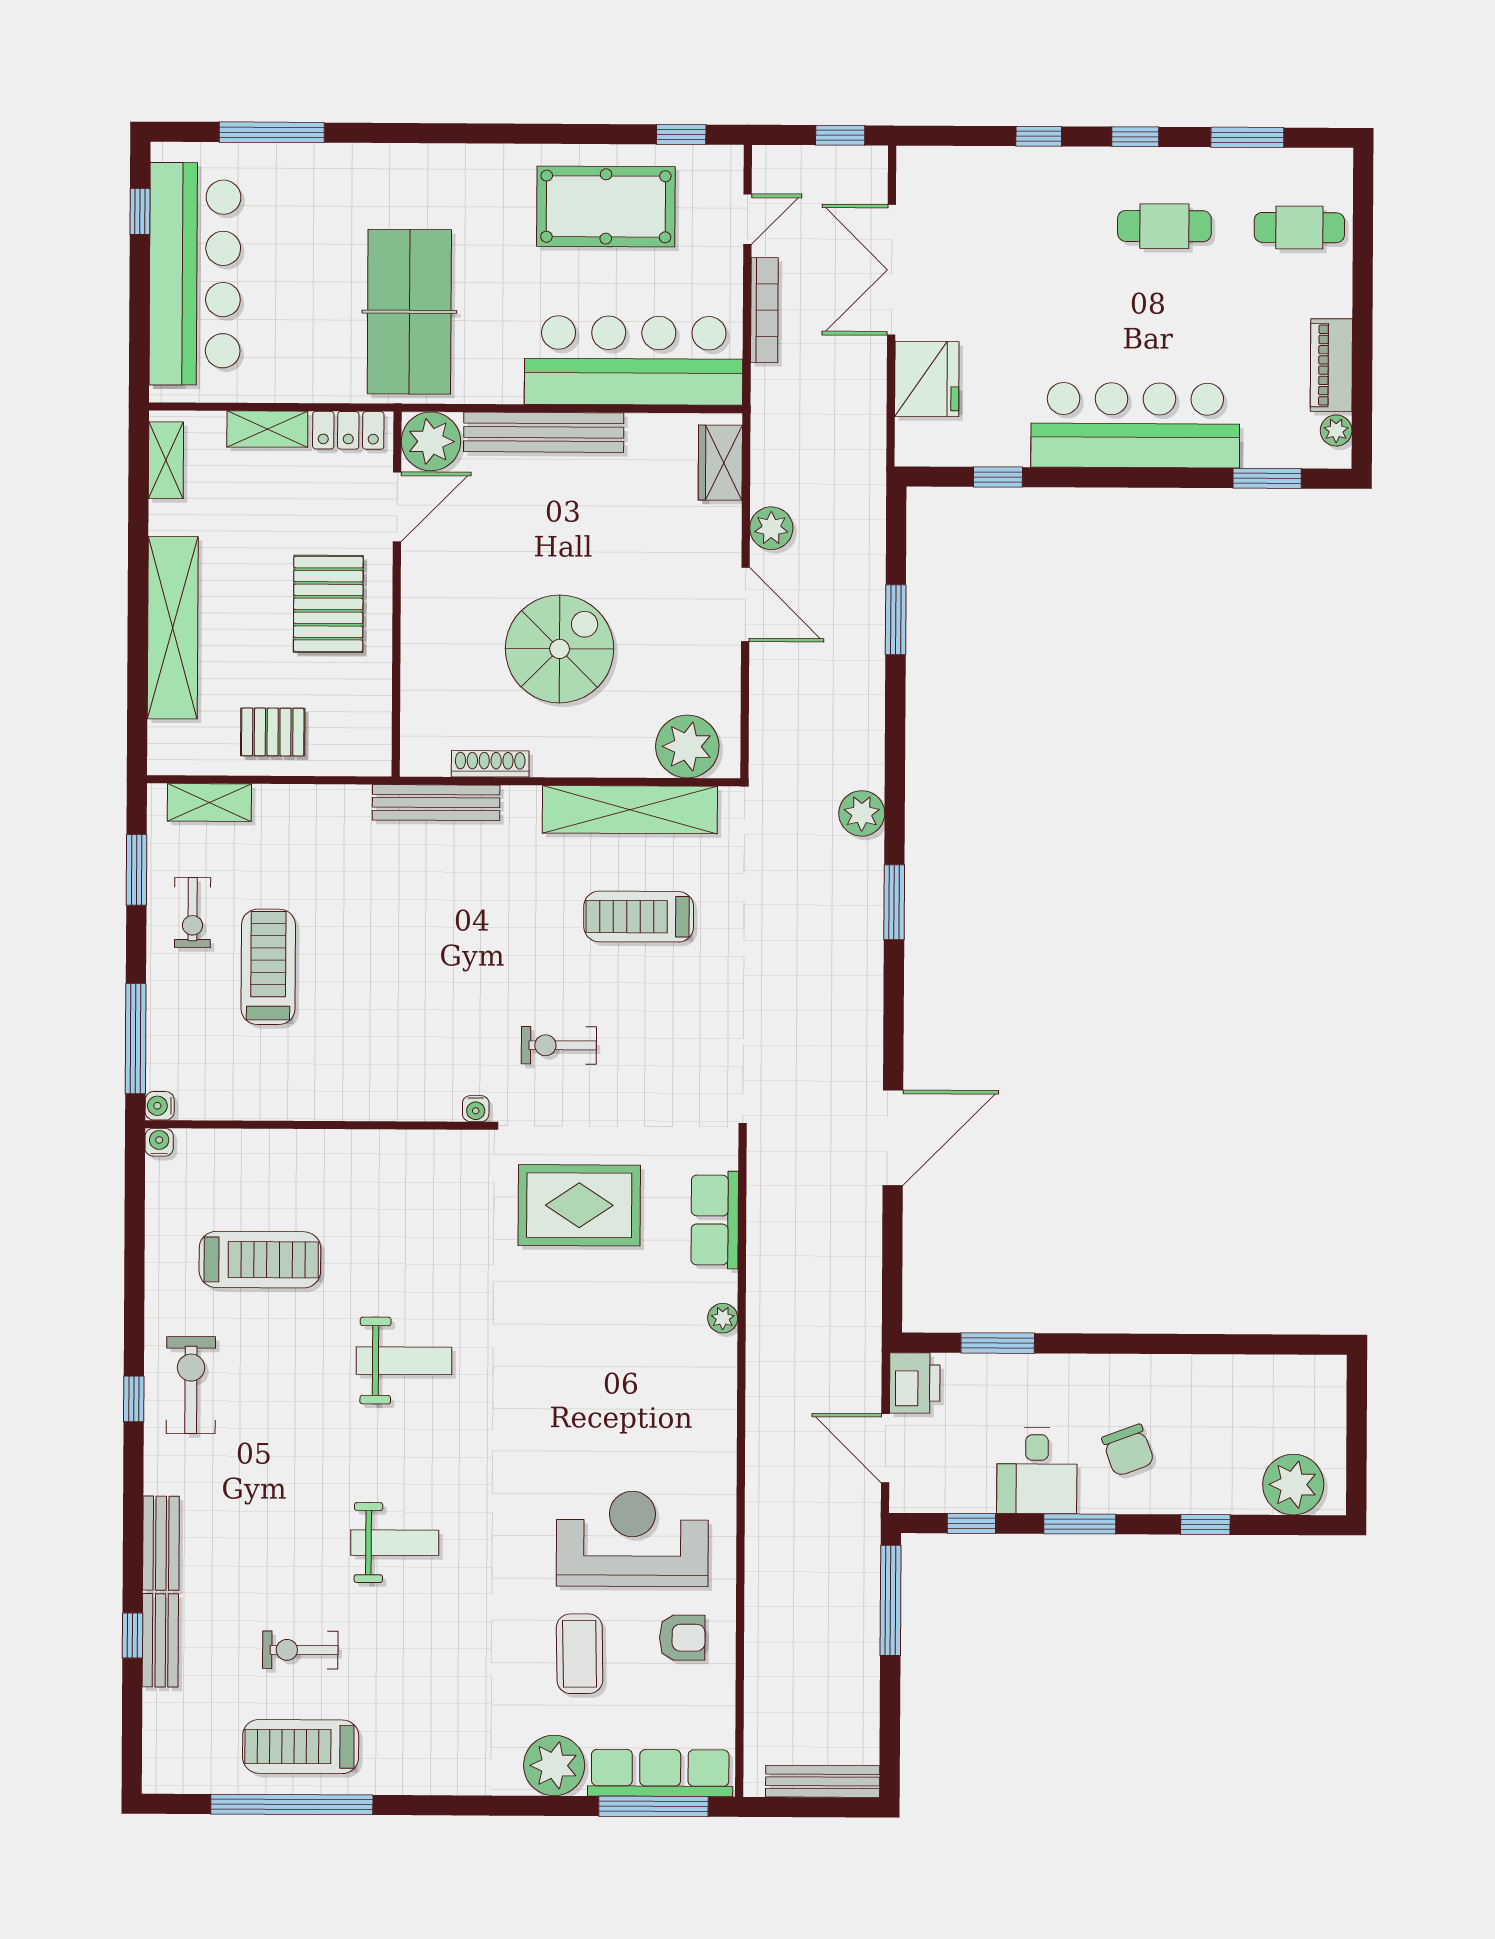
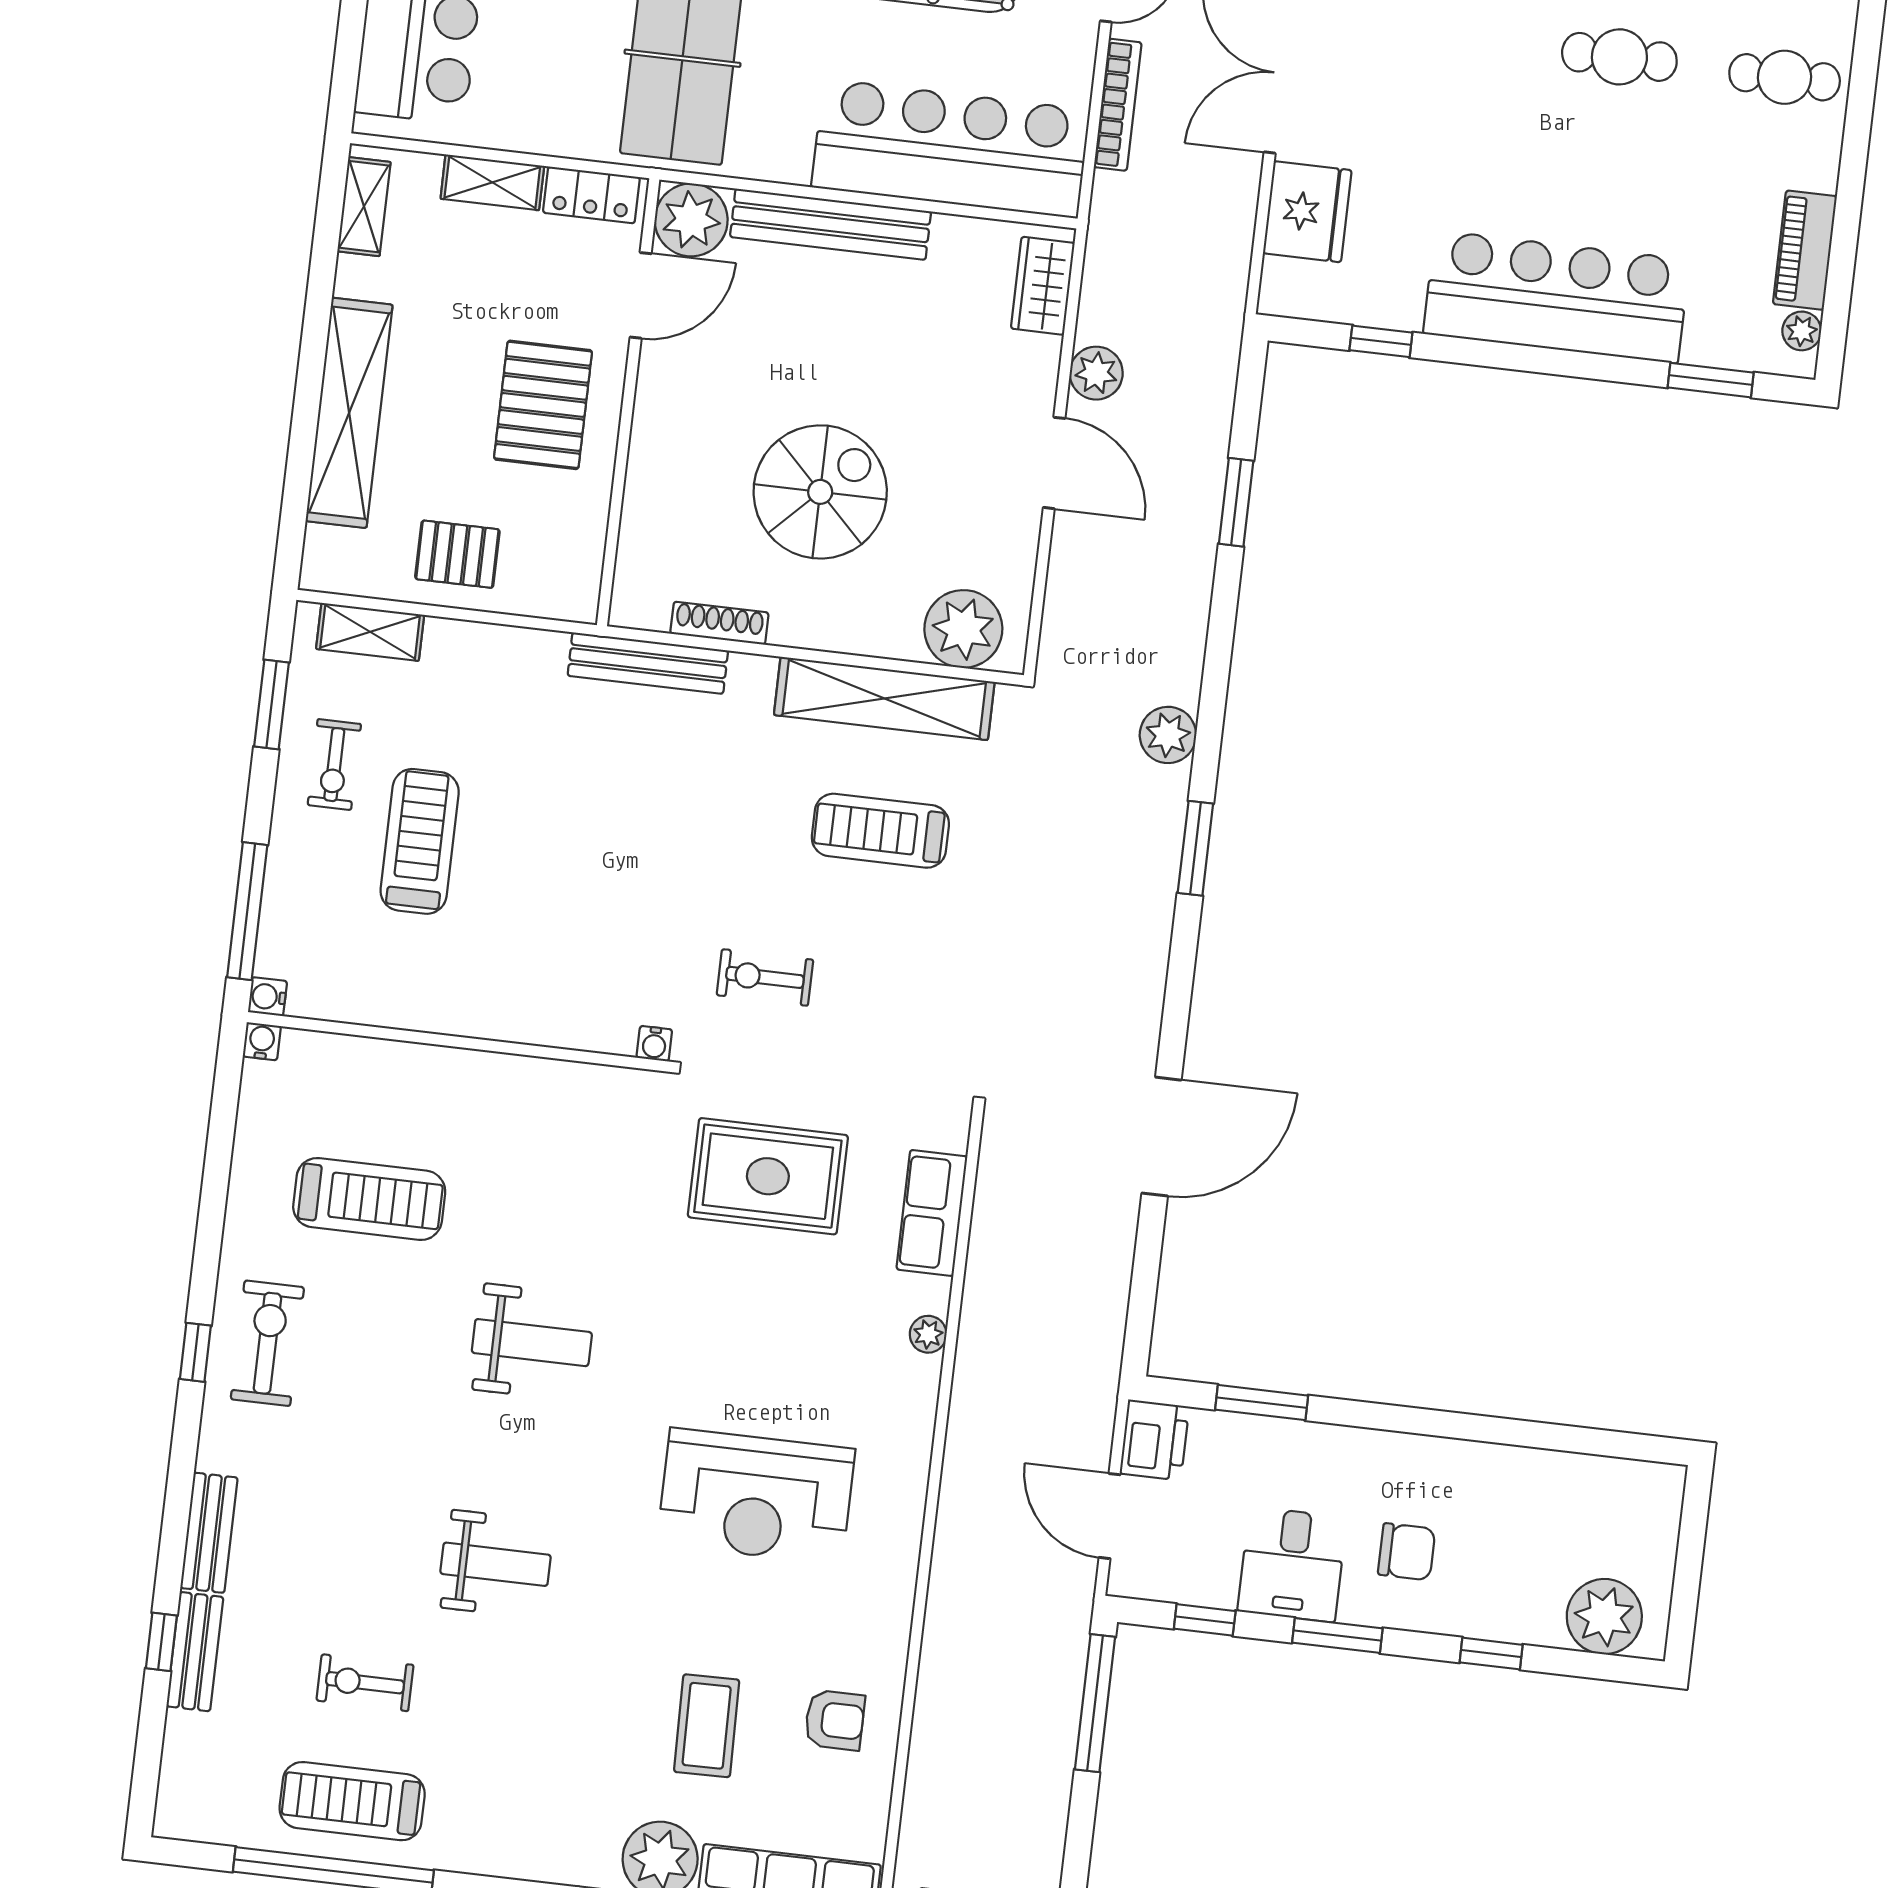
chair: (1128, 1450) -> (1407, 1552), turned -70
reception desk: (632, 1539) -> (756, 1496), moved, turned 180

